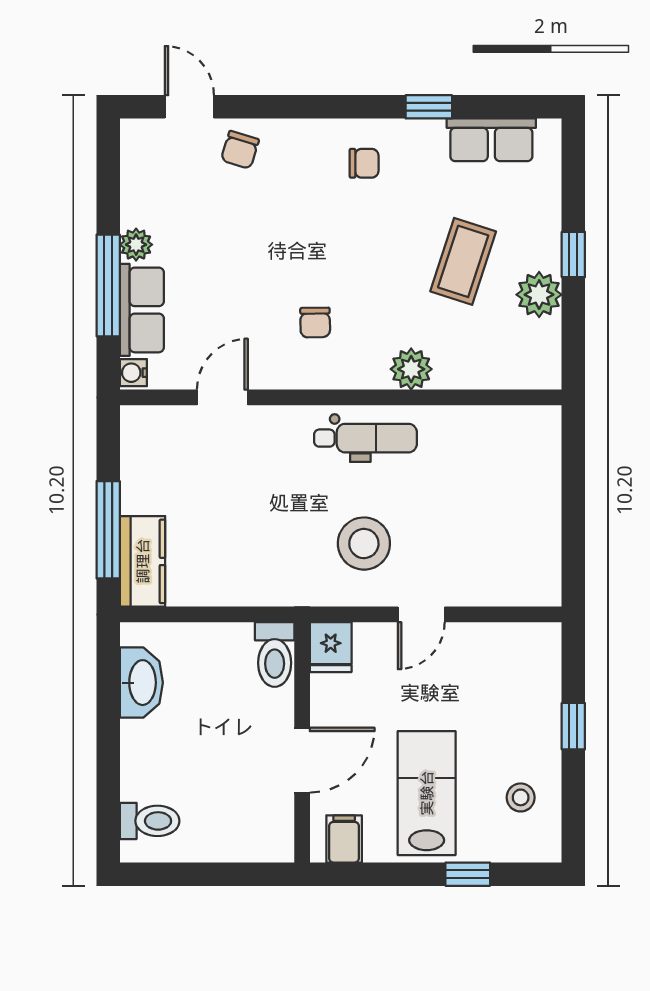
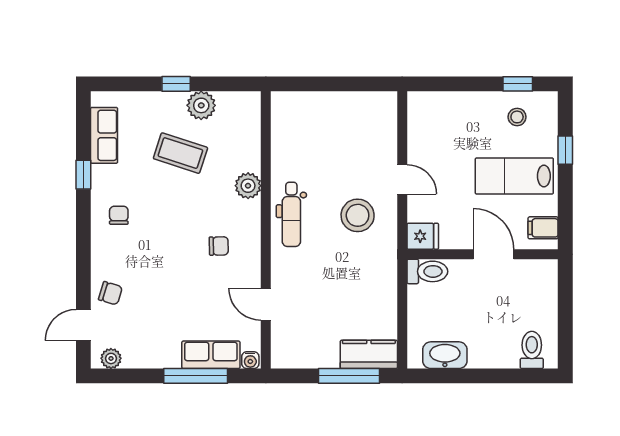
plant: (136, 245) -> (111, 358), moved
dental chair: (365, 438) -> (291, 214), turned 180
window: (573, 726) -> (518, 84), moved

